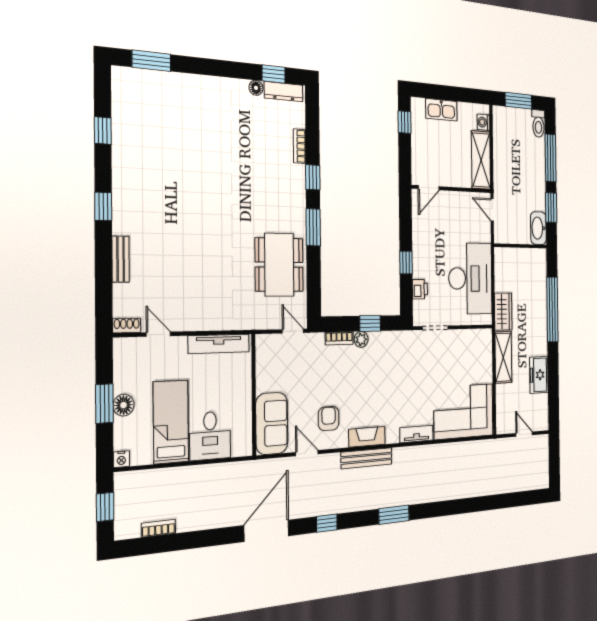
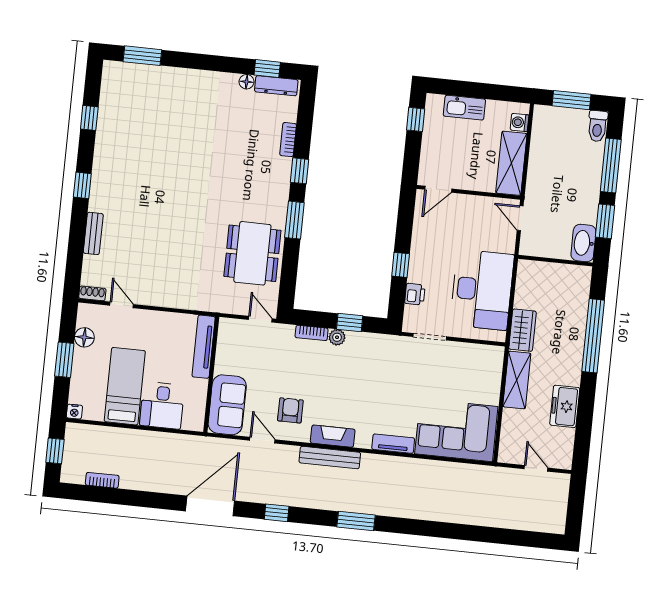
tv unit: (219, 344) -> (204, 347), moved, turned 90
floor lamp: (123, 405) -> (84, 337), moved

